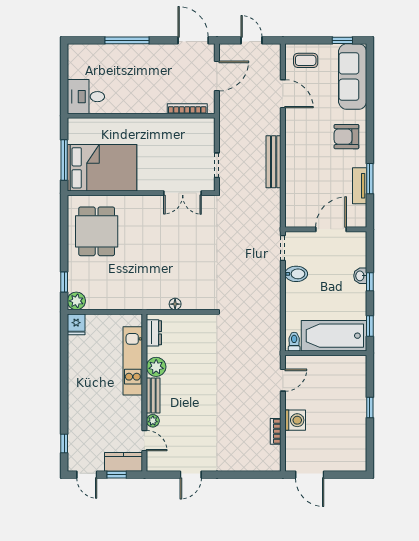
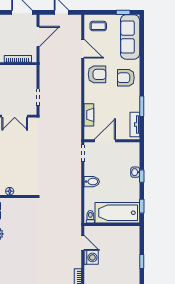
armchair: (304, 132) -> (97, 74), added
bench: (274, 162) -> (76, 95), removed
tv unit: (360, 186) -> (135, 125), moved
fireplace: (292, 191) -> (89, 115), added
door: (331, 229) -> (105, 141), moved
bidet: (296, 274) -> (92, 182), moved
door: (283, 380) -> (83, 243), hinge flipped
washing machine: (295, 420) -> (91, 257), moved

